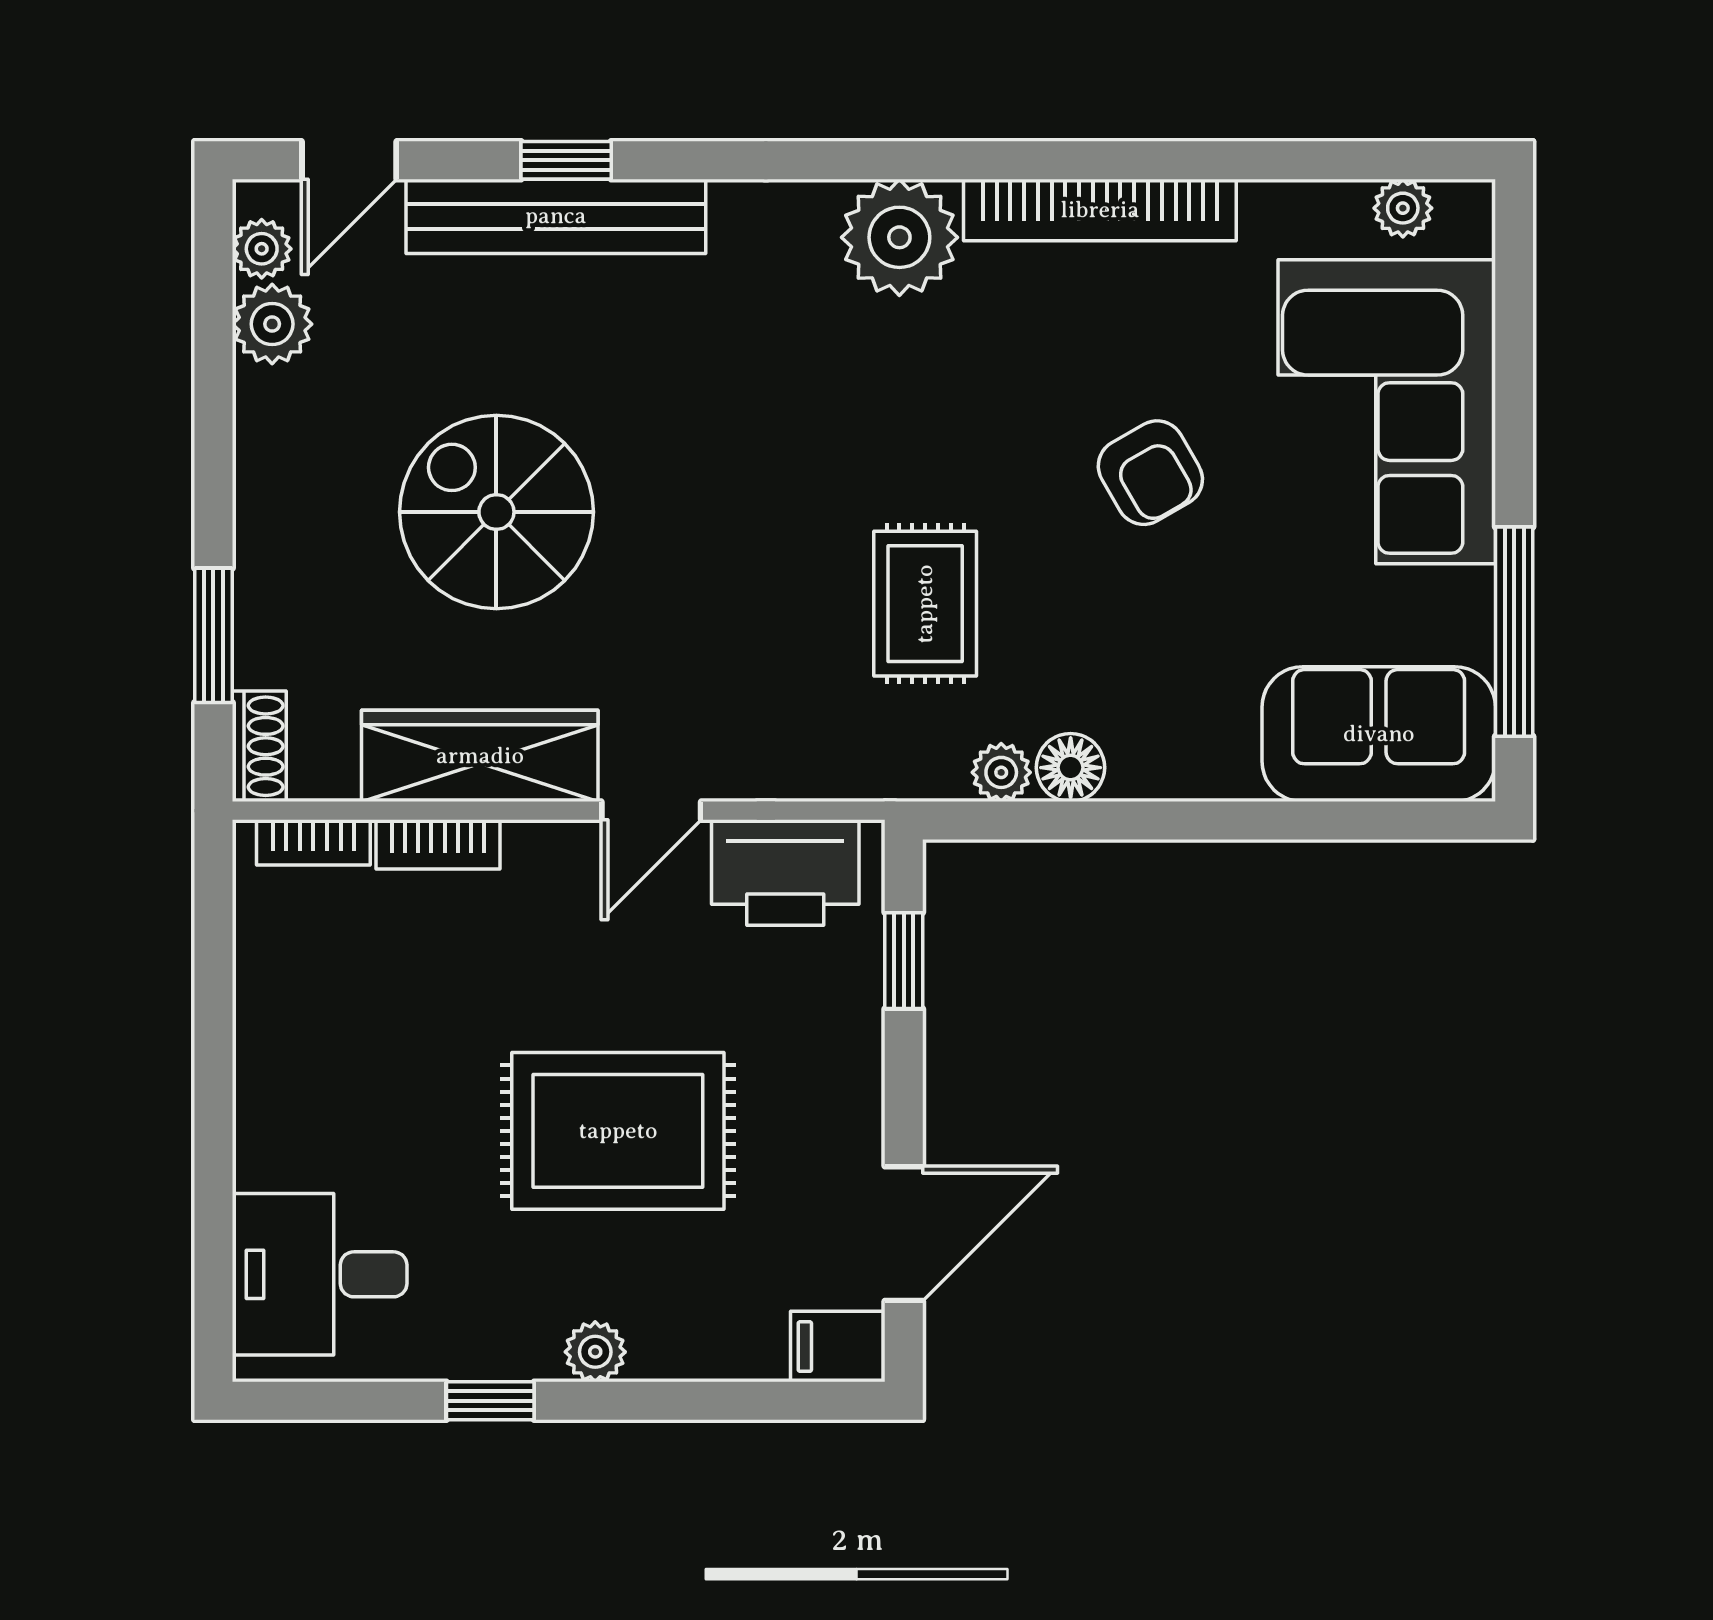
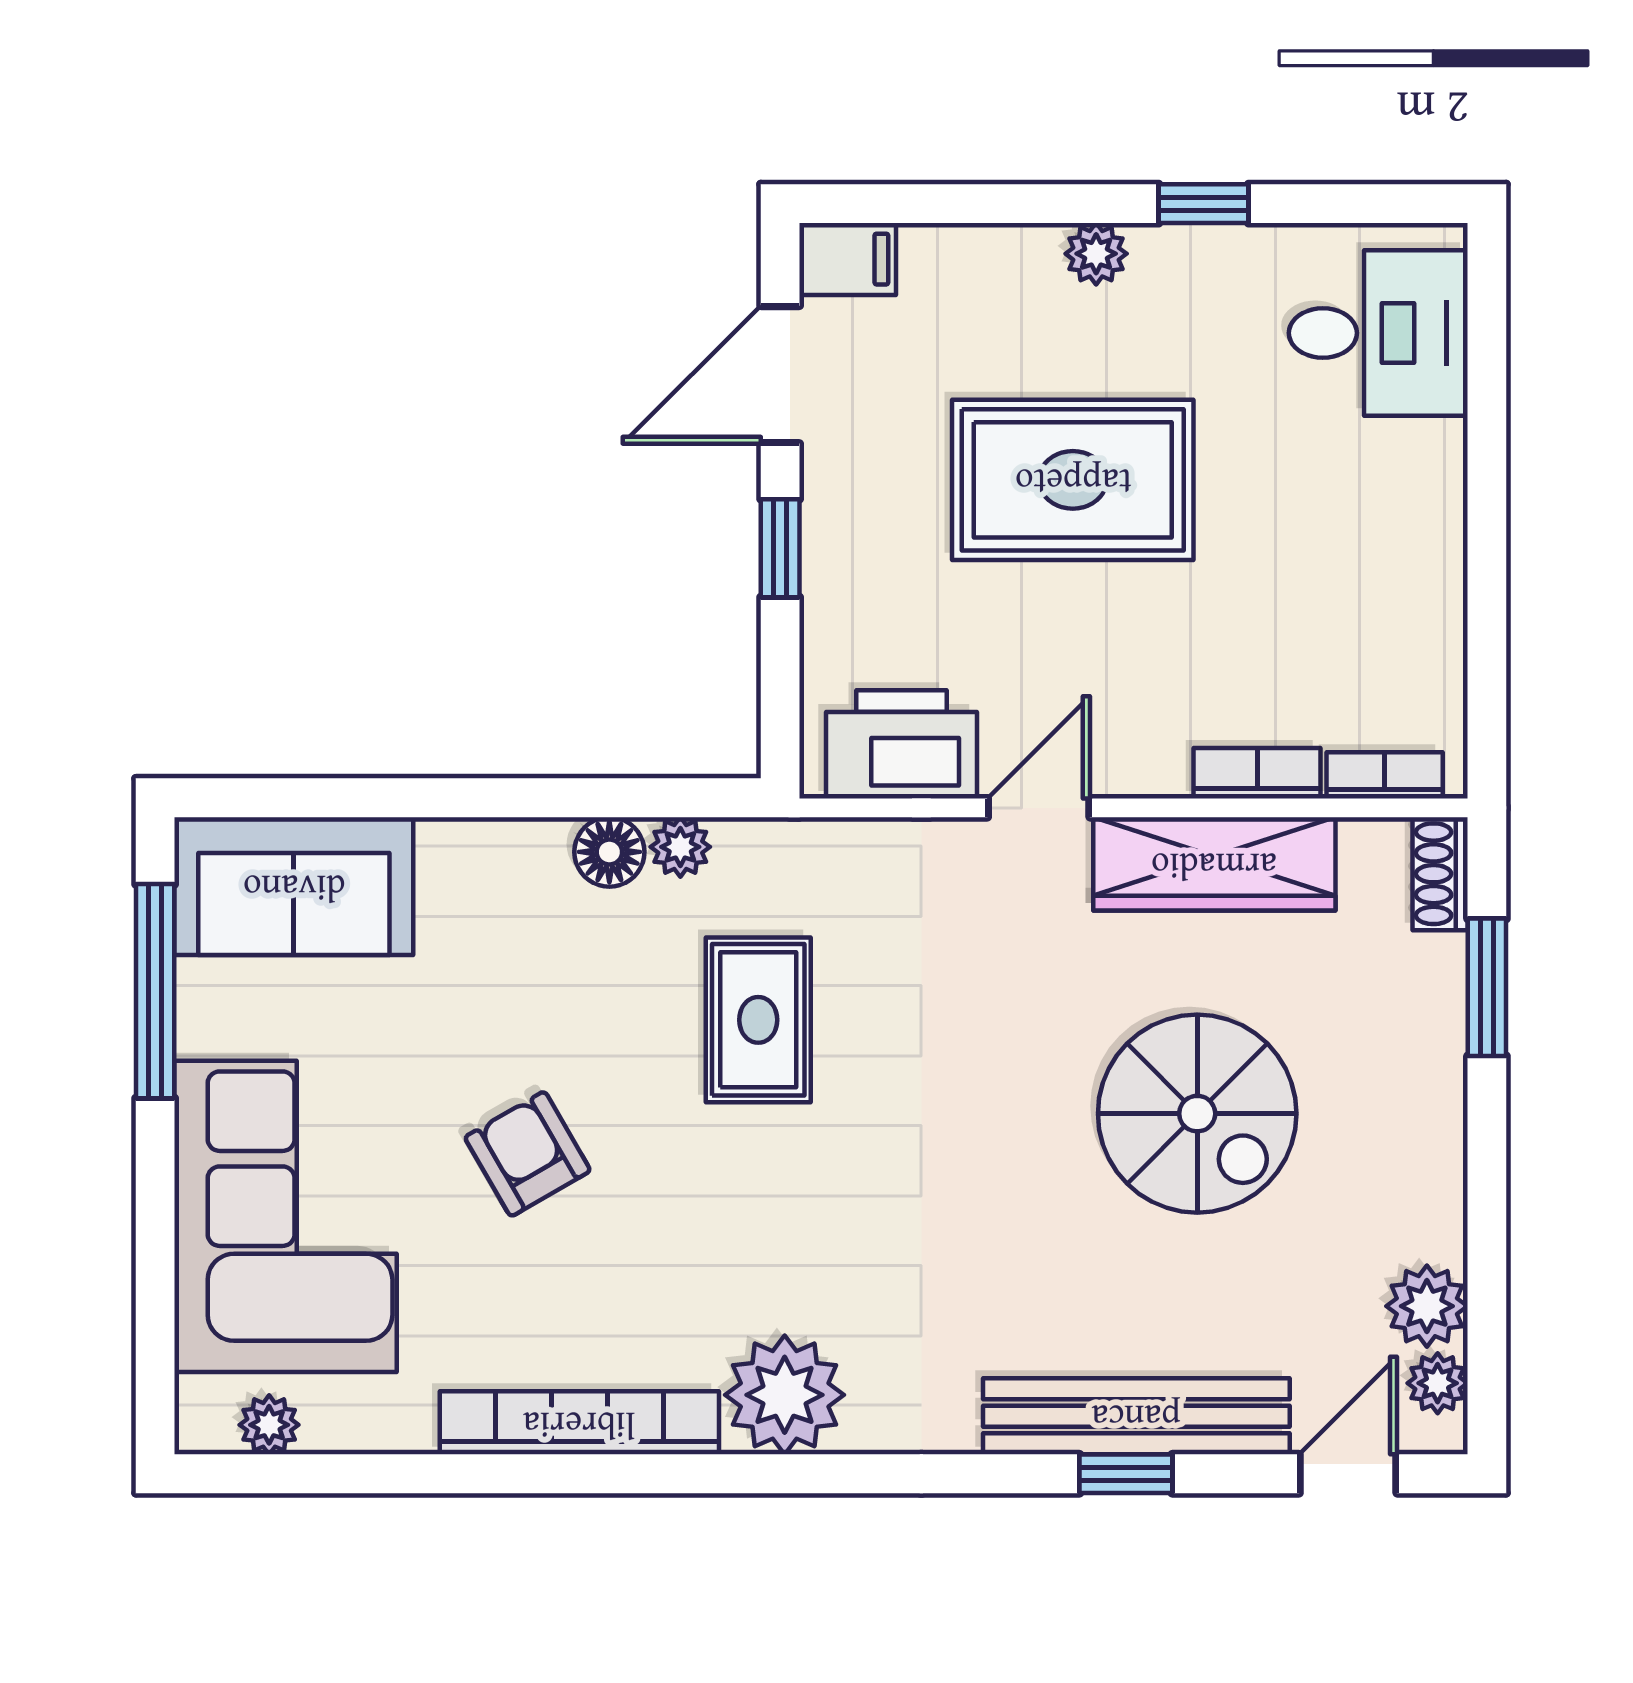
window: (904, 961) -> (780, 548), moved

